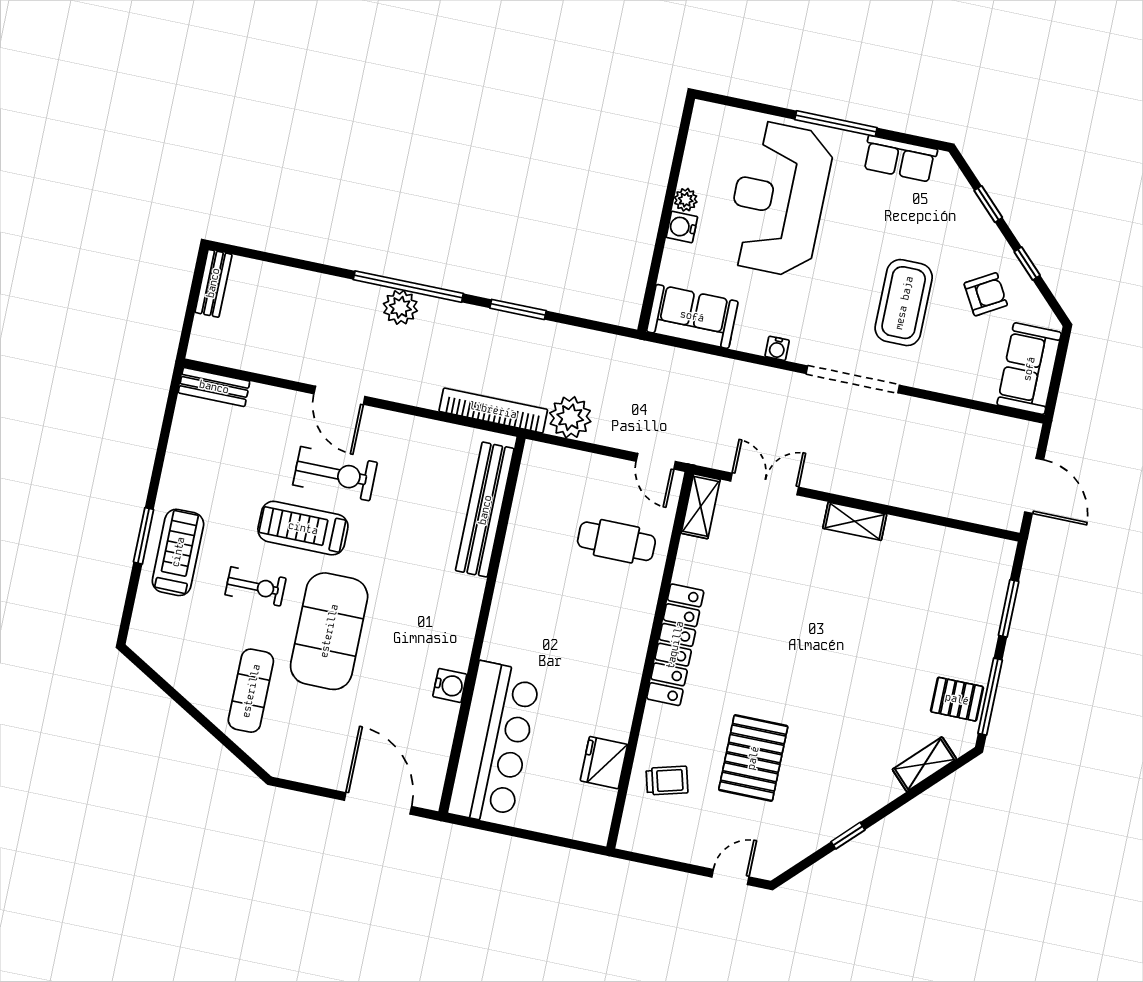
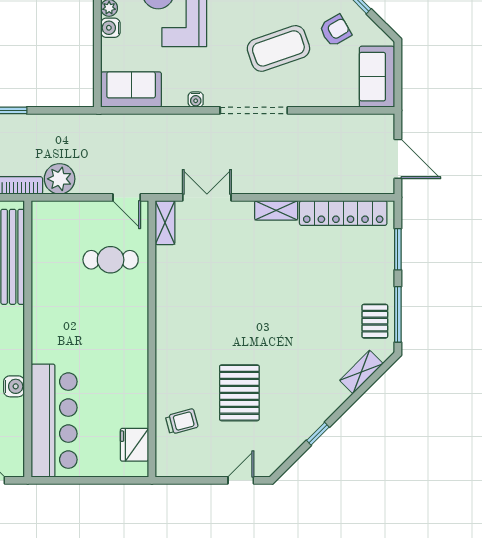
coffee table: (904, 303) -> (278, 48), turned 71
locker: (675, 645) -> (343, 213), moved, turned 90
pallet: (957, 699) -> (375, 321), turned 90
fridge: (604, 763) -> (134, 445), moved

